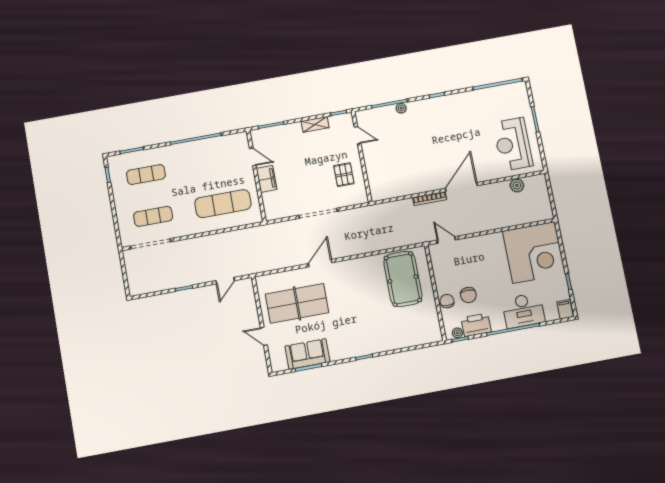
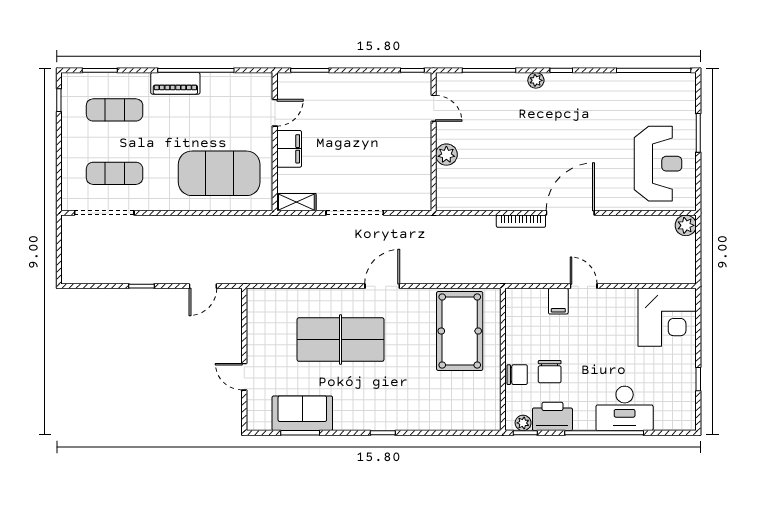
plant: (401, 108) -> (536, 80), moved
shelving: (315, 124) -> (296, 202), moved
reception desk: (513, 144) -> (658, 164), turned 180
piano: (183, 150) -> (175, 83), added
door: (253, 157) -> (275, 113), hinge flipped
plant: (372, 164) -> (446, 155), added
pallet: (344, 175) -> (403, 163), removed
plant: (517, 185) -> (686, 225), moved
exercise mat: (223, 204) -> (219, 173), width x1.47
door: (446, 240) -> (584, 286), moved
corner desk: (534, 253) -> (667, 317), width x0.74, depth x0.74
door: (320, 263) -> (382, 286), moved
chair: (447, 301) -> (517, 375), turned 90
table tennis table: (297, 303) -> (341, 340), moved
filing cabinet: (565, 309) -> (558, 301), moved, turned 180

